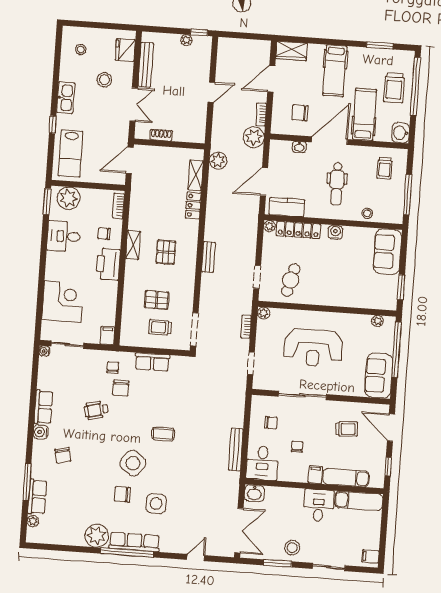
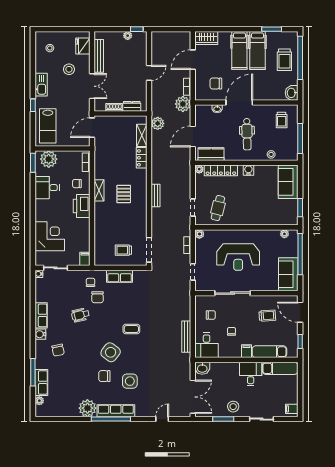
hospital bed: (364, 114) -> (258, 50), moved, turned 180
dresser: (185, 135) -> (132, 106), added
pallet: (157, 300) -> (119, 230), removed

